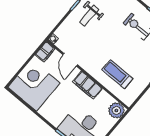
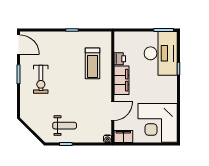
printer: (104, 97) -> (120, 59), added
plant: (116, 110) -> (122, 40), removed

